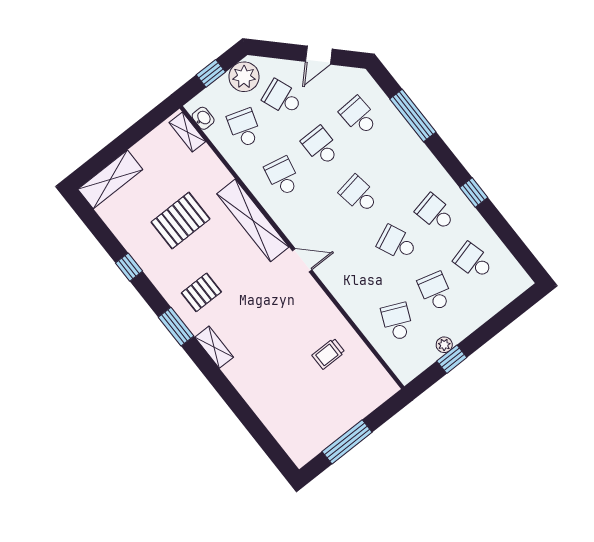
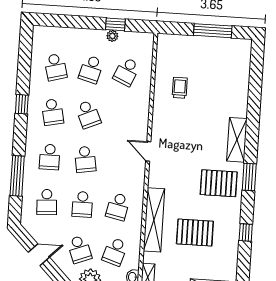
school desk: (397, 164) -> (50, 157), added
shelving: (253, 220) -> (154, 220), moved
pallet: (201, 292) -> (219, 183), width x1.50, depth x1.42
shelving: (214, 347) -> (237, 140), width x1.50, depth x1.33
trolley: (328, 354) -> (180, 88), turned -90

